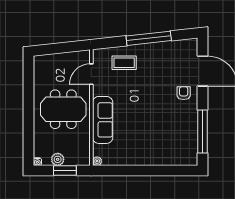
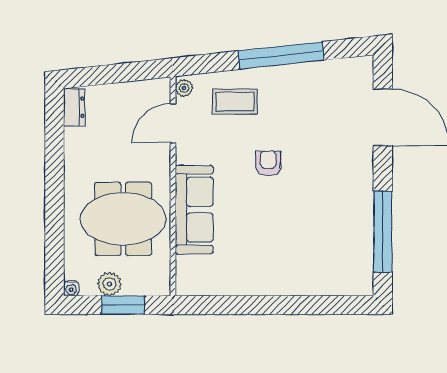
dresser: (39, 66) -> (74, 107), added
armchair: (184, 93) -> (268, 163), moved
meeting table: (63, 109) -> (123, 219), moved
plant: (97, 161) -> (184, 88), moved

